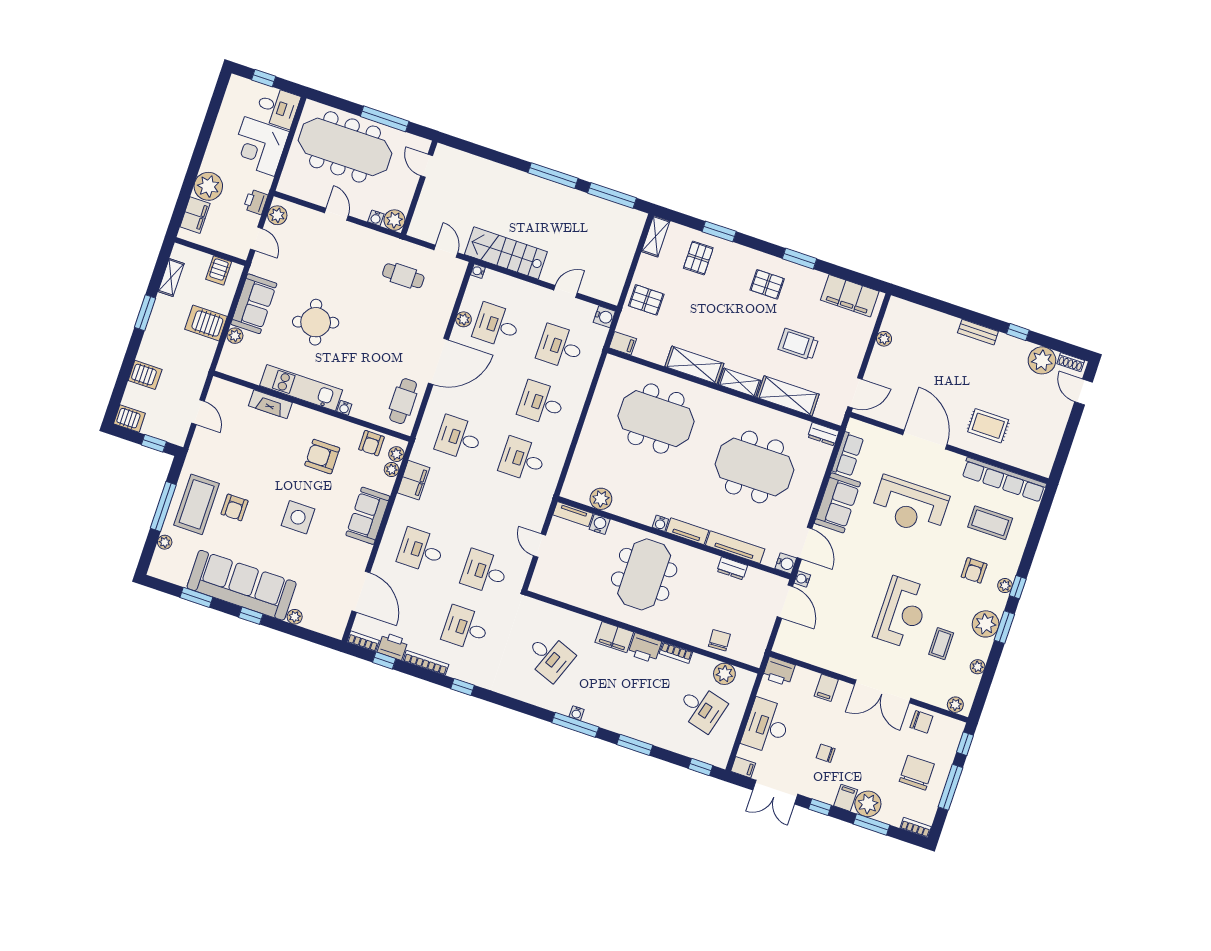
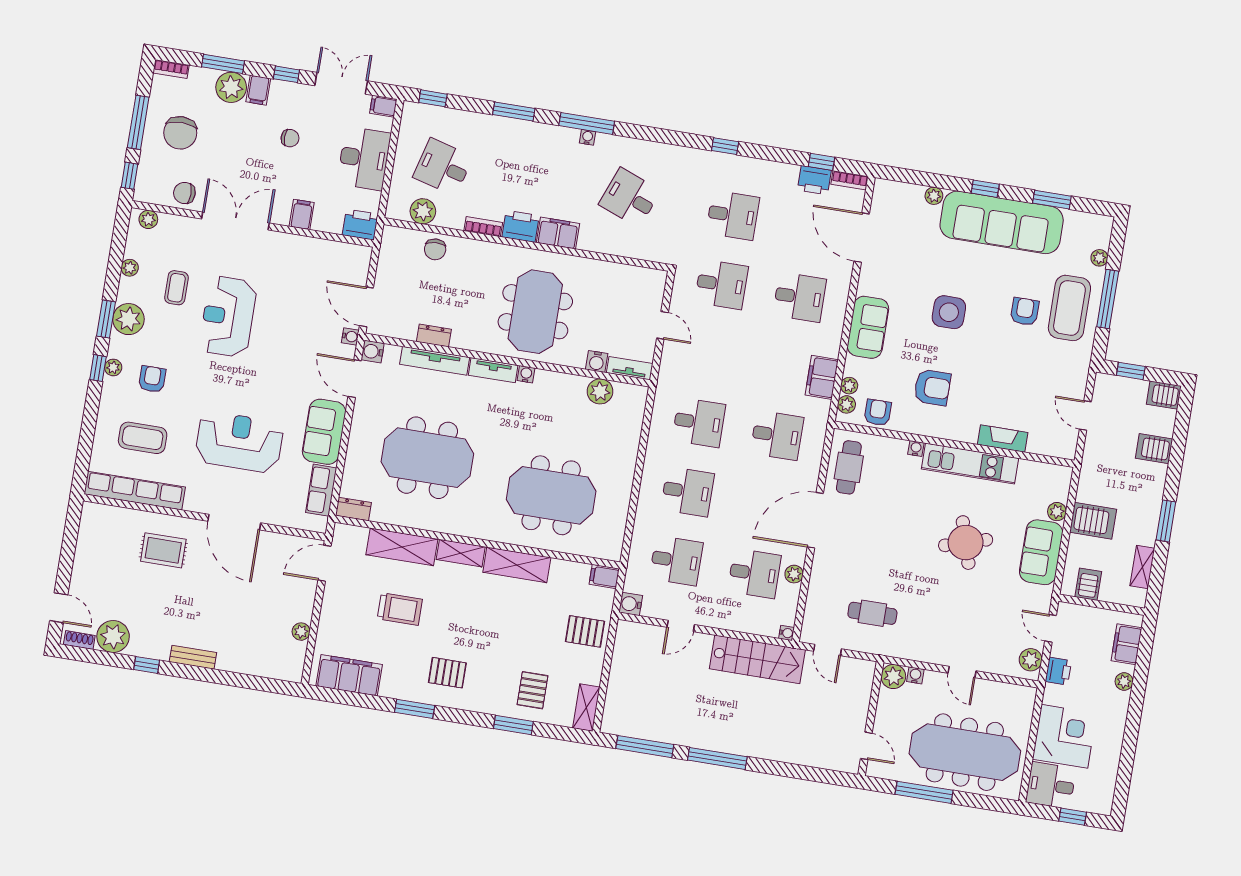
plant: (208, 186) -> (1124, 681), width x0.53, depth x0.53
bookcase: (426, 663) -> (773, 167), removed

